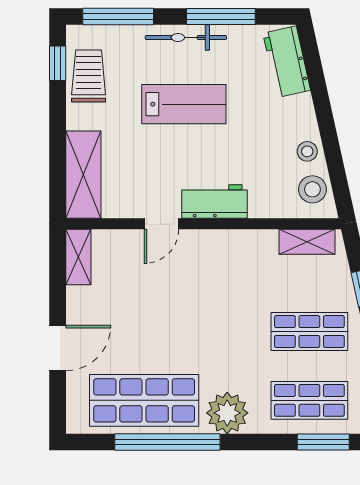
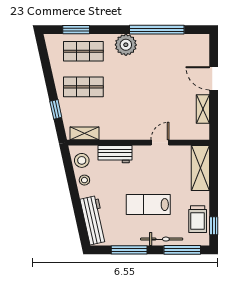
bicycle: (186, 37) -> (162, 239), moved
workbench: (287, 62) -> (94, 220), width x1.37
workbench: (215, 201) -> (115, 154), moved
shelving: (78, 257) -> (203, 109), moved
door: (58, 348) -> (214, 78), hinge flipped
shop shelf: (144, 400) -> (169, 51), removed

